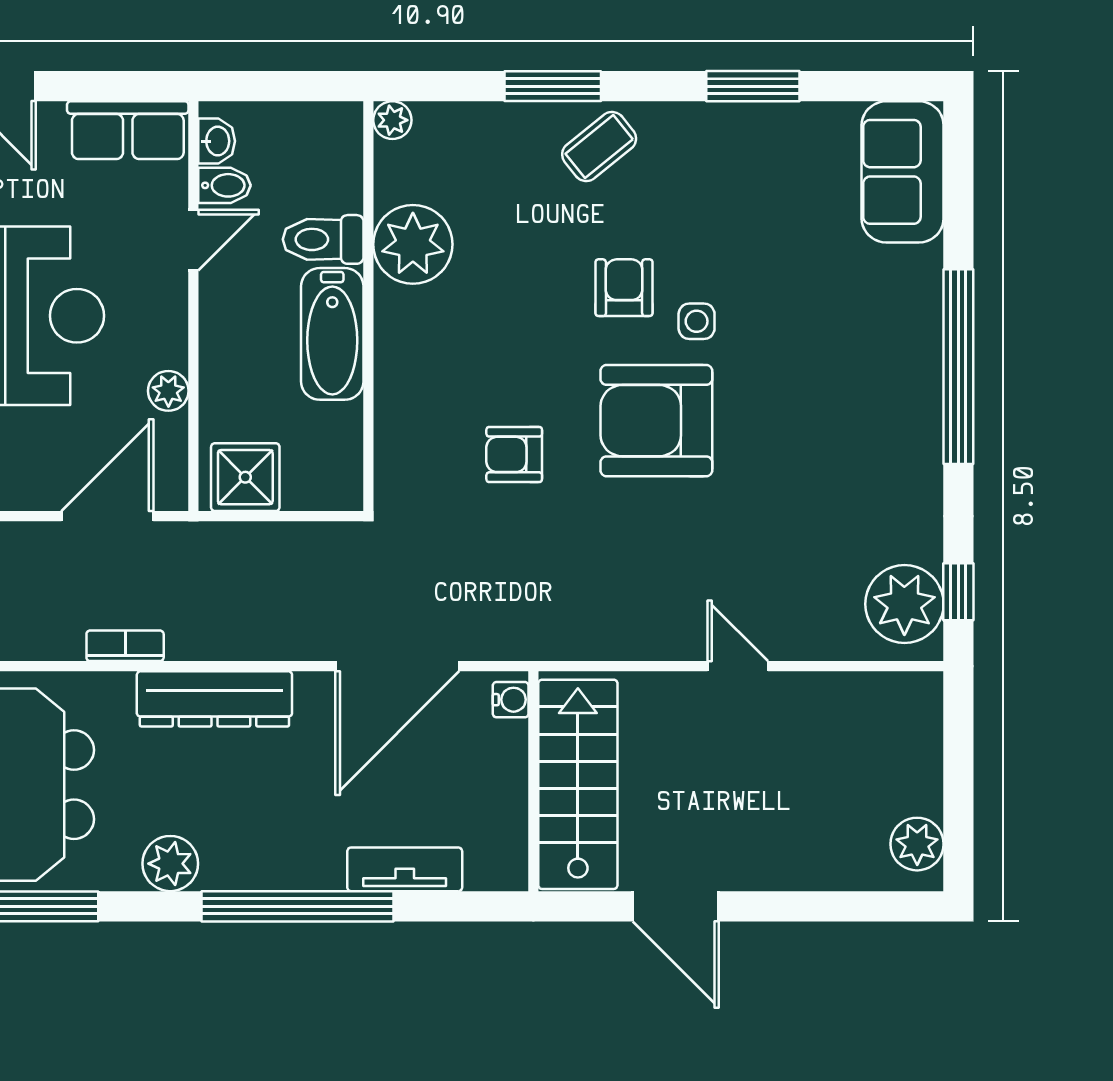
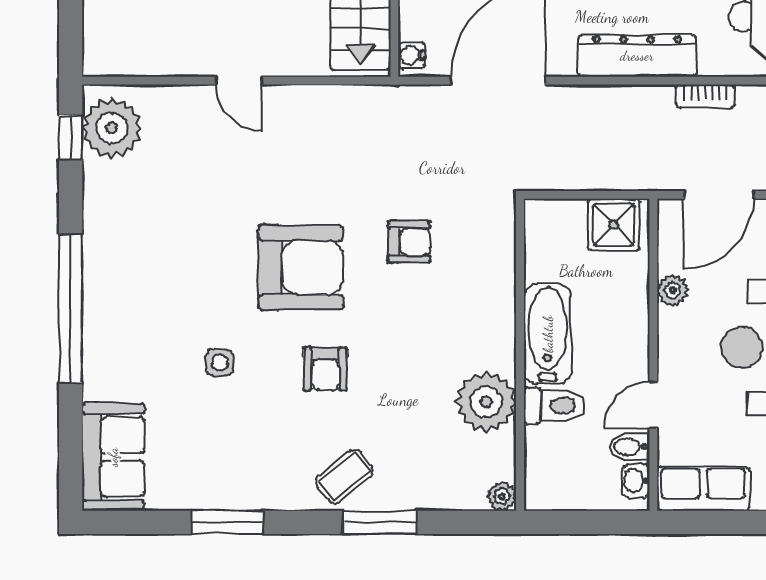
side table: (697, 321) -> (220, 363), moved

